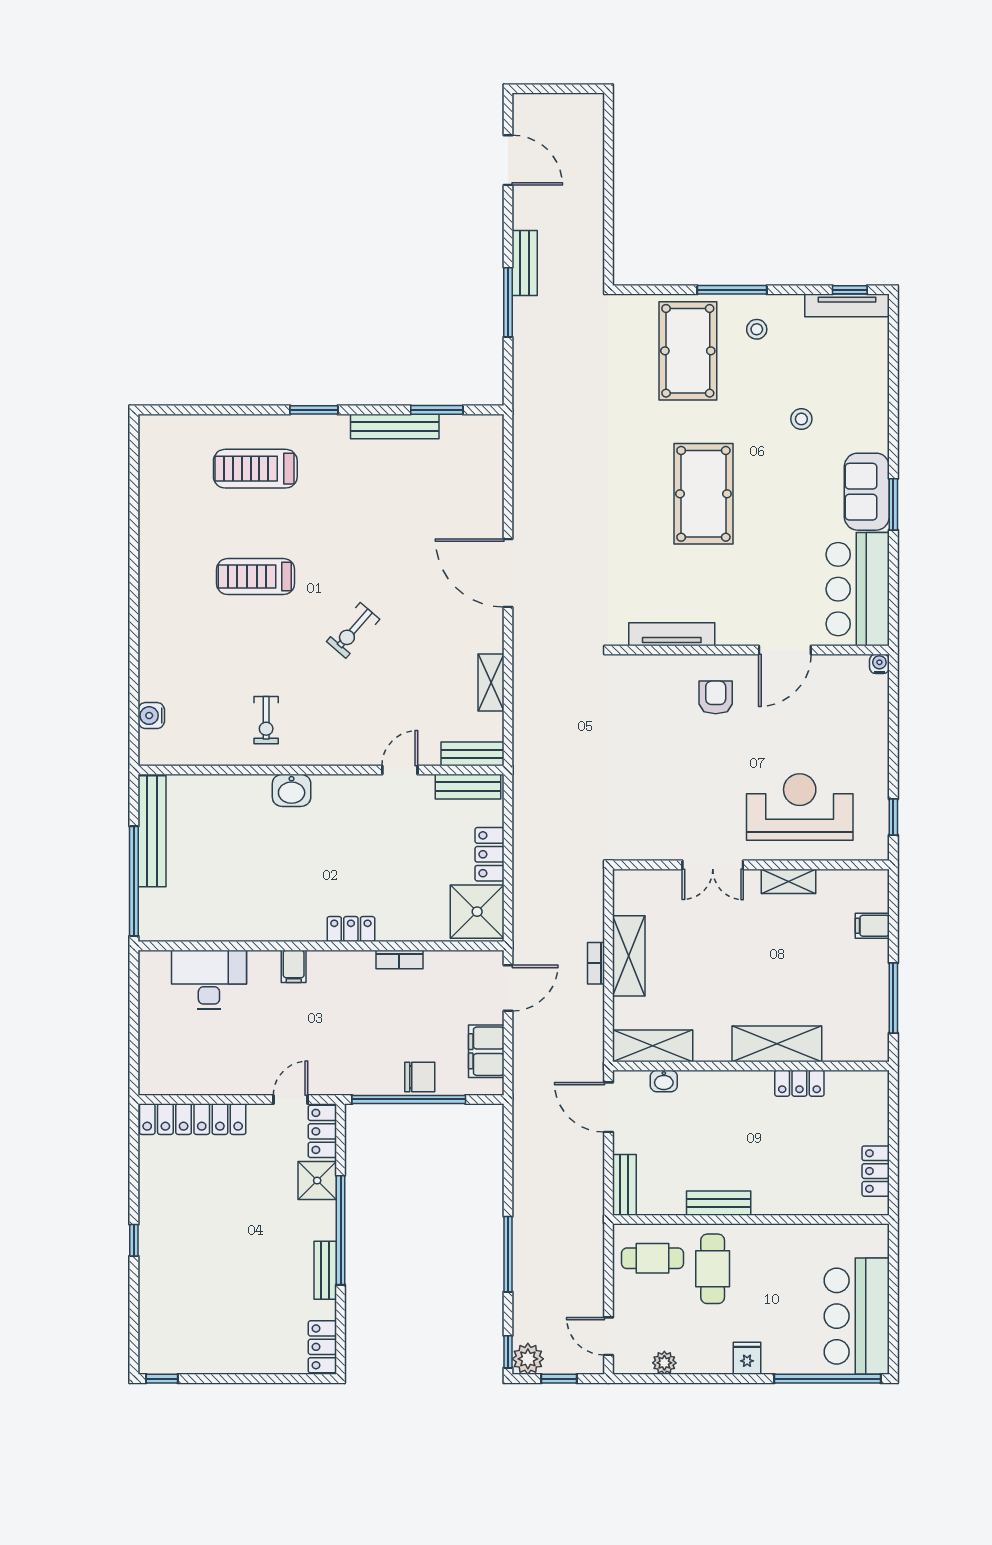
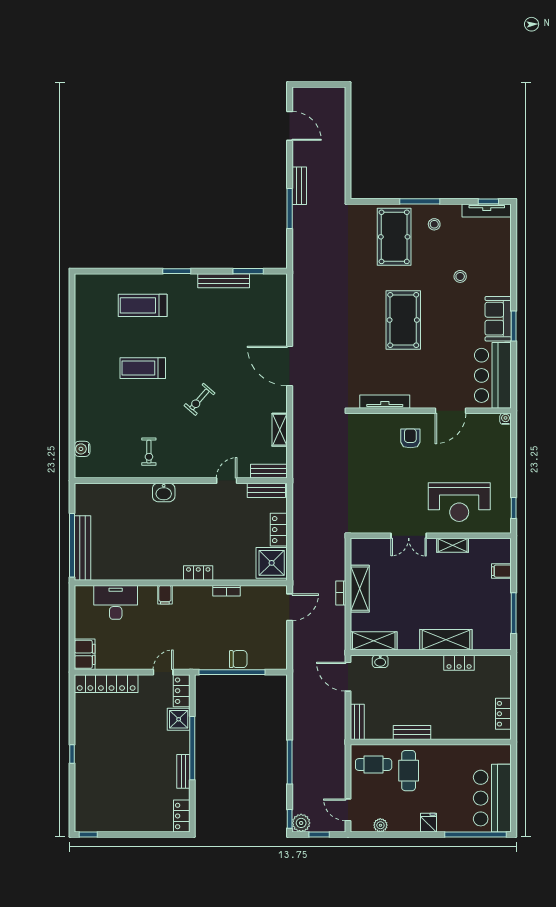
reception desk: (800, 807) -> (459, 502), turned 180
bench: (152, 831) -> (83, 548), moved
filing cabinet: (486, 1051) -> (85, 654), moved, turned 180

